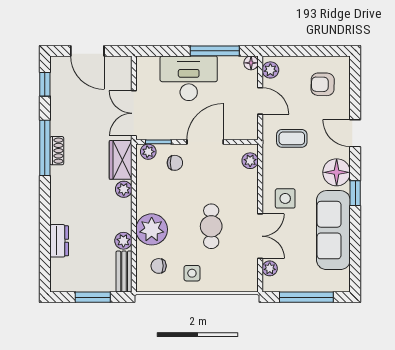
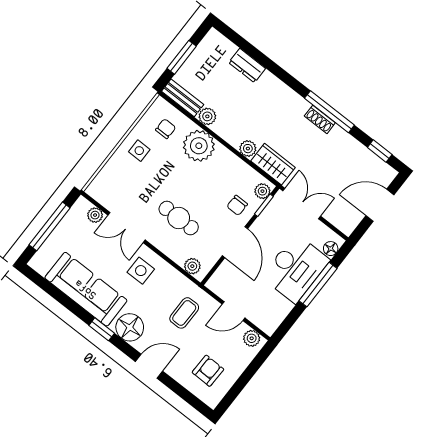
window: (215, 51) -> (318, 285), moved
floor lamp: (251, 63) -> (331, 249), moved
cafe table: (211, 226) -> (179, 218), moved

